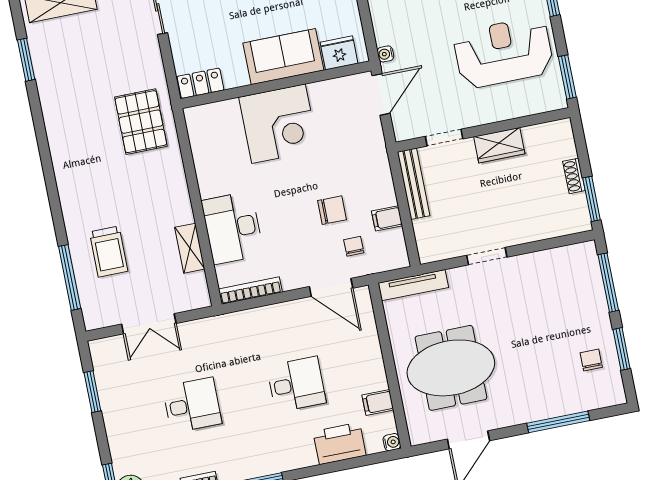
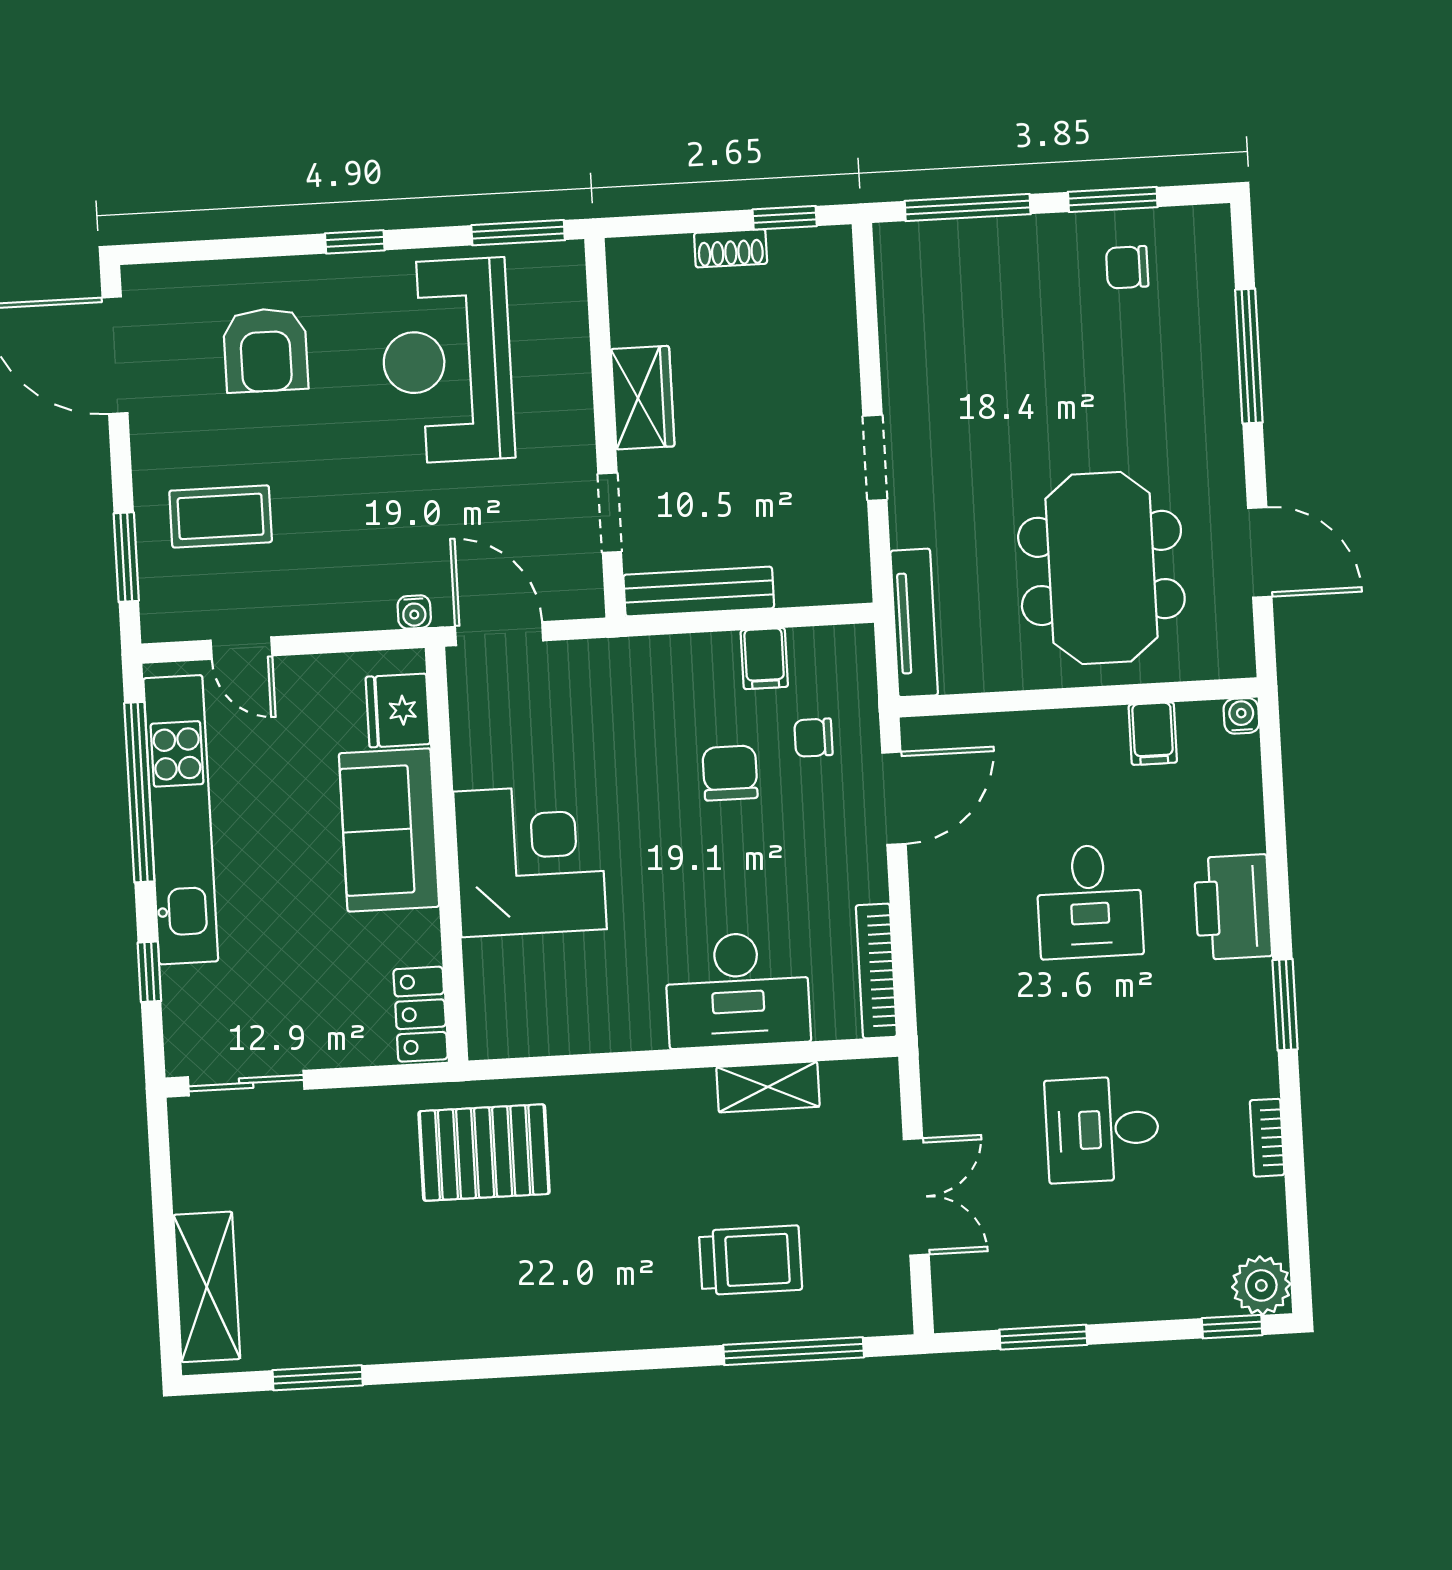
window: (592, 199) -> (785, 218), width x0.67
desk: (296, 384) -> (1090, 901), turned 180
desk: (192, 405) -> (1102, 1129), turned -90
printer: (340, 443) -> (1233, 907), moved

